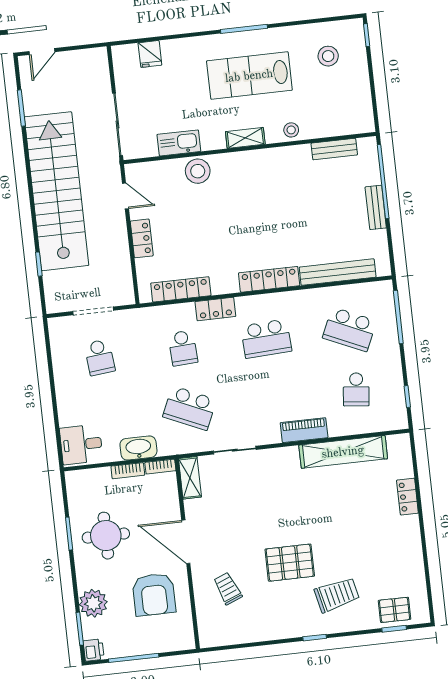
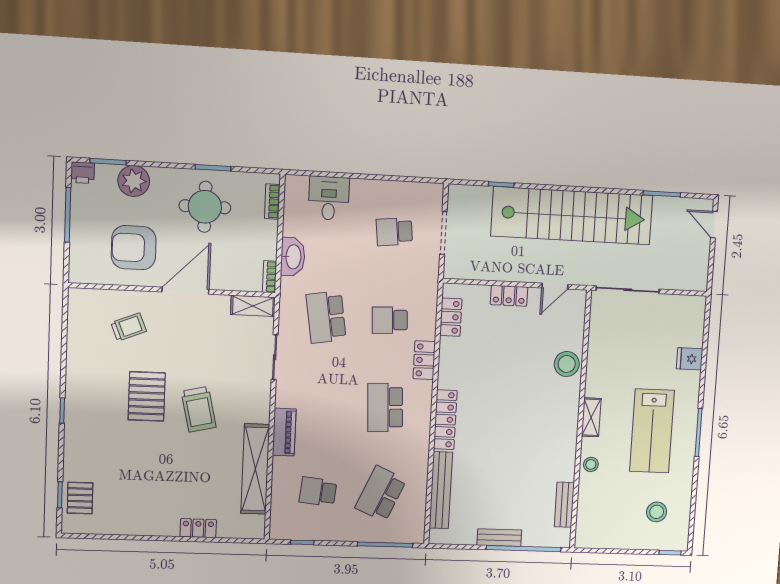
fridge: (150, 54) -> (690, 359), moved
lab bench: (249, 76) -> (652, 431), turned 180
kitchen sink: (179, 143) -> (598, 349), removed
locker: (181, 289) -> (451, 317), width x0.66
school desk: (190, 408) -> (326, 317), turned -33
desk: (81, 444) -> (329, 198), moved
bookcase: (128, 471) -> (272, 202), moved
trolley: (337, 595) -> (199, 409), moved

